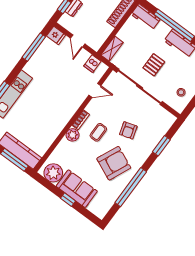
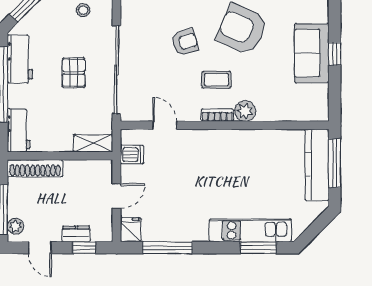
pallet: (154, 65) -> (74, 73), turned 90
plant: (53, 173) -> (314, 99), removed

